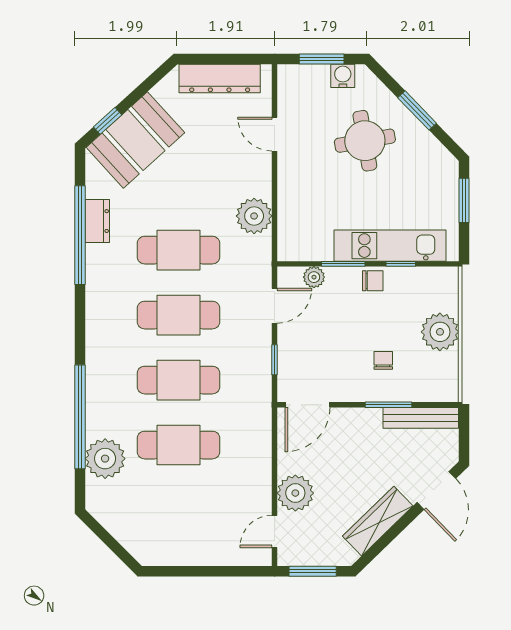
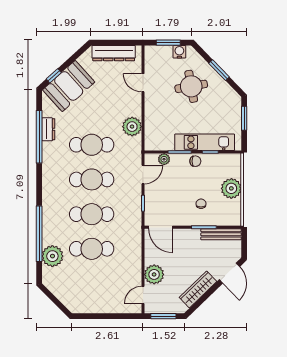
door: (308, 405) -> (161, 227), hinge flipped

